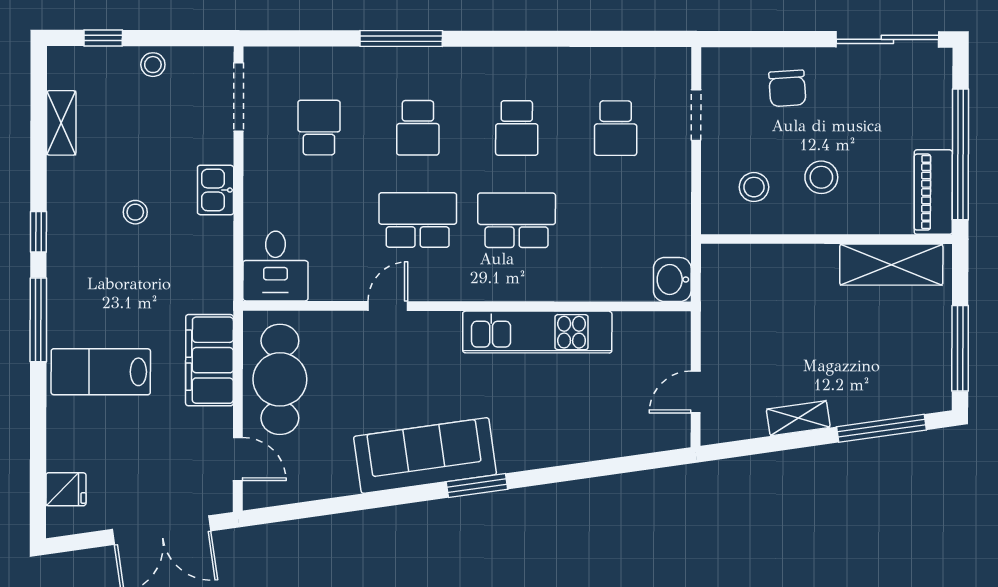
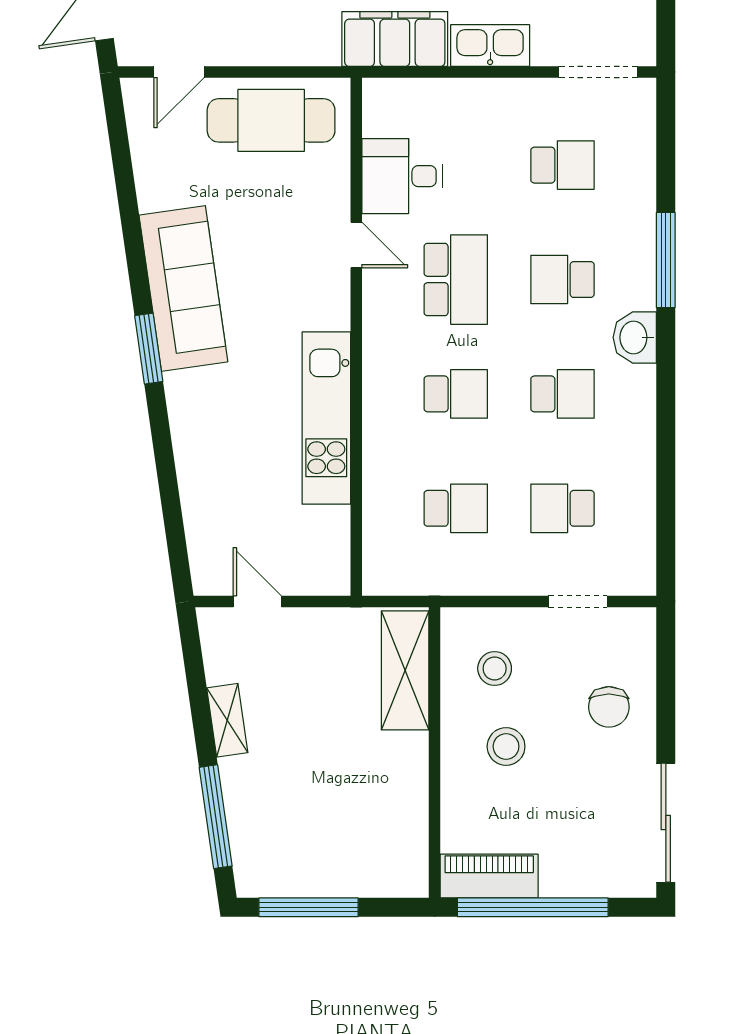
chair: (787, 88) -> (609, 707), turned -86
school desk: (517, 128) -> (562, 394), turned 180
kitchen sink: (216, 190) -> (490, 46), width x1.38
school desk: (517, 220) -> (456, 394), width x0.54
school desk: (615, 220) -> (456, 508), added
shelving: (891, 265) -> (405, 670), moved
desk: (275, 266) -> (402, 176), moved
washbasin: (672, 280) -> (635, 337), moved, turned -90
filing cabinet: (210, 360) -> (395, 39), moved

